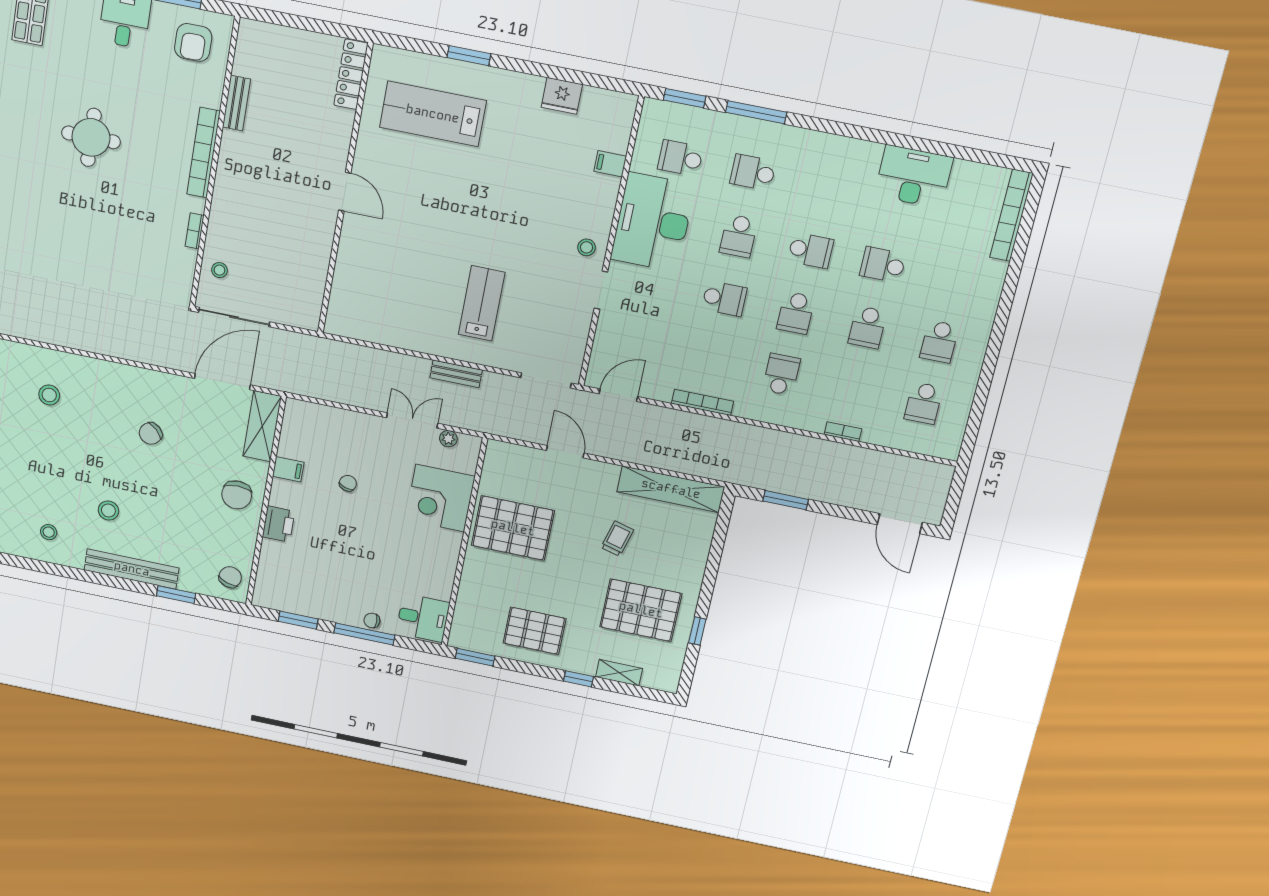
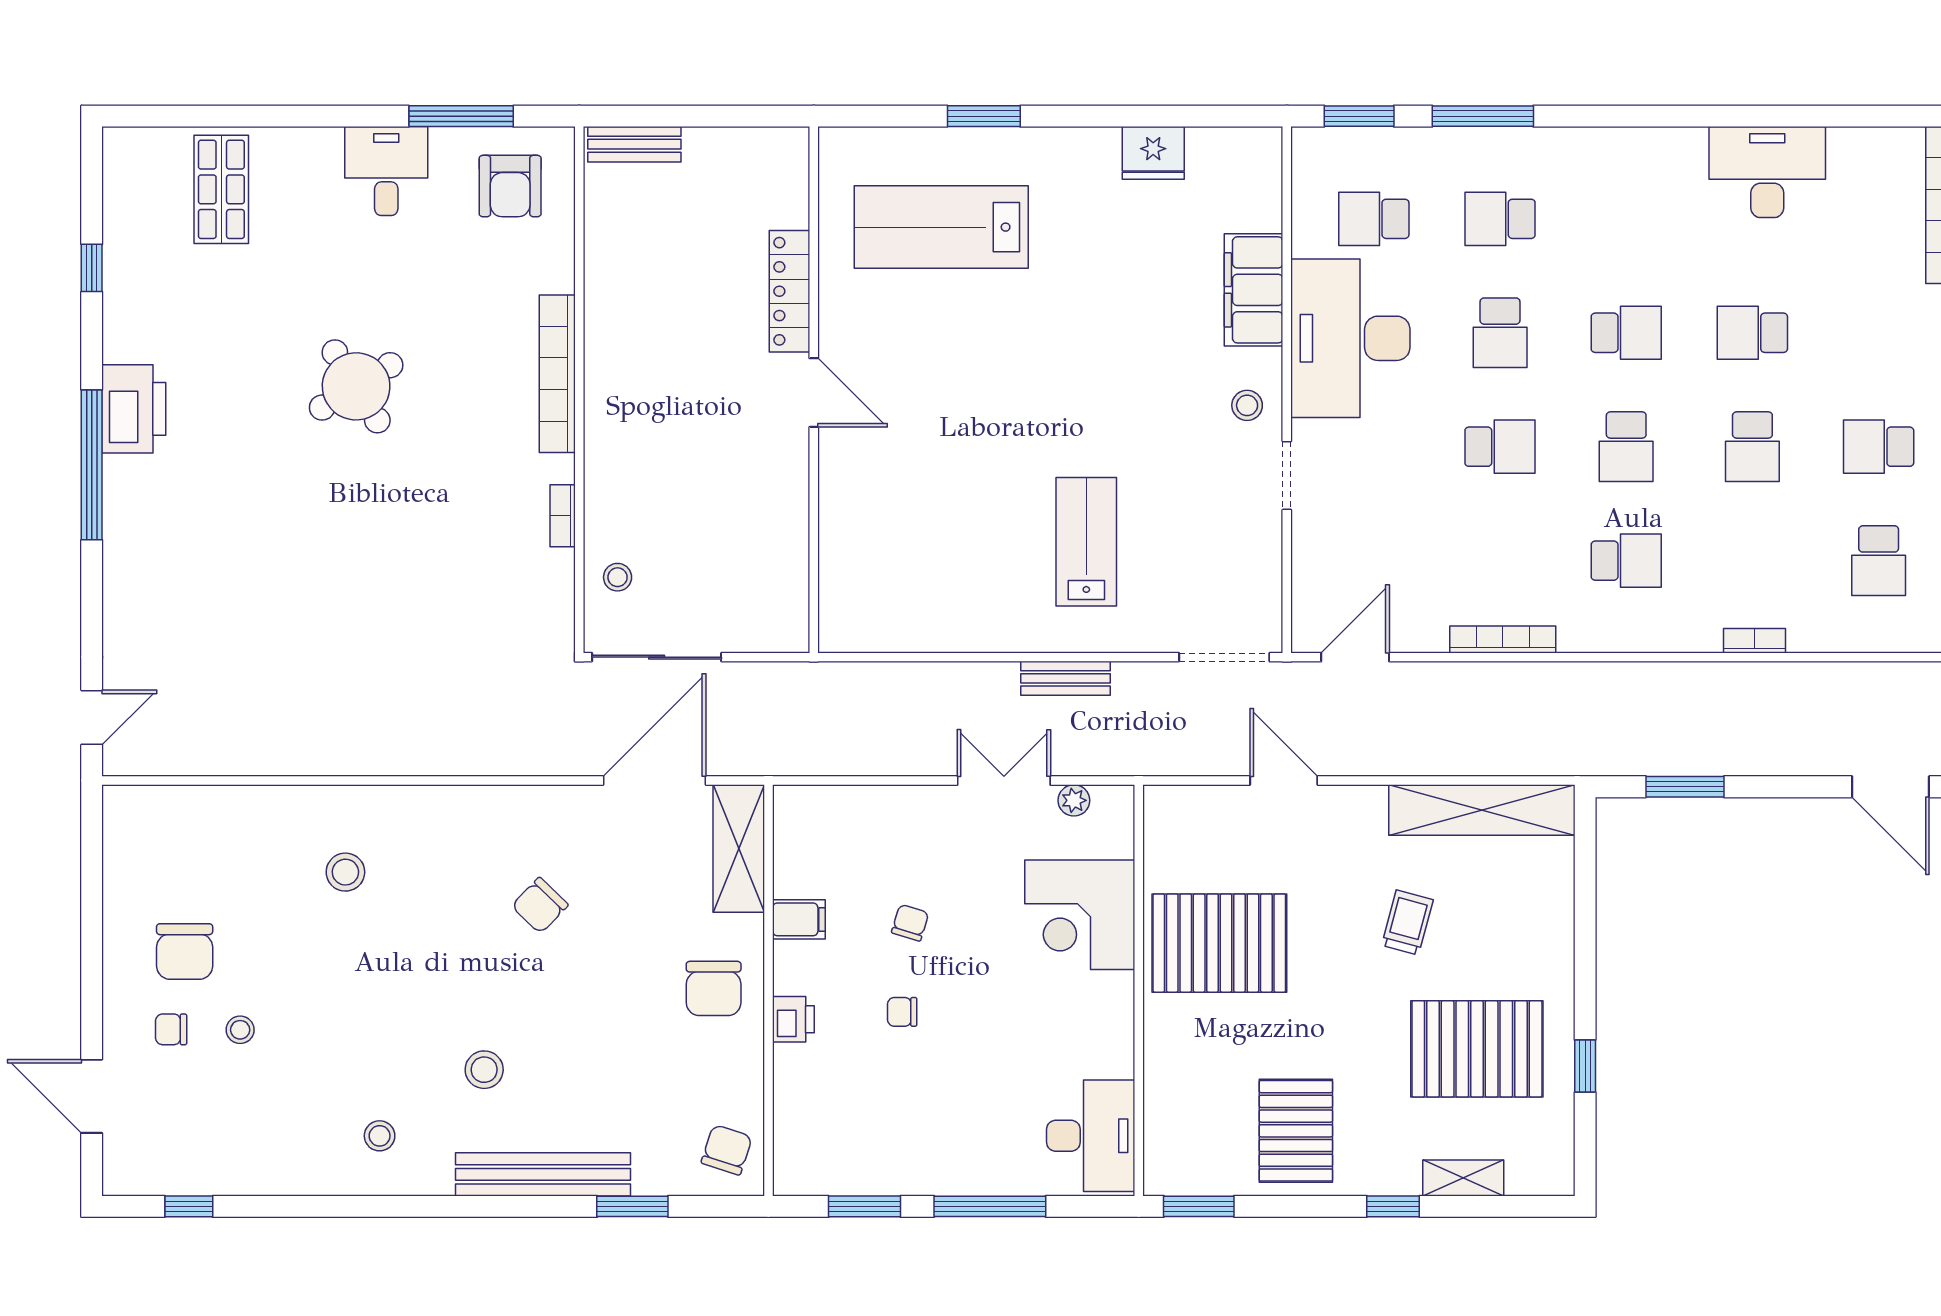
locker: (351, 74) -> (789, 291), moved
bench: (237, 103) -> (634, 144), moved, turned 90
round table: (91, 137) -> (356, 386), turned -32
filing cabinet: (610, 164) -> (1254, 290), width x3.00, depth x1.17
school desk: (939, 342) -> (1879, 447), turned 90
school desk: (781, 374) -> (1626, 561), turned 90
printer: (279, 524) -> (793, 1019), width x0.73, depth x0.81
desk: (423, 618) -> (1091, 1136), width x1.37
chair: (372, 620) -> (902, 1012), moved
pallet: (534, 631) -> (1296, 1131), turned 90

